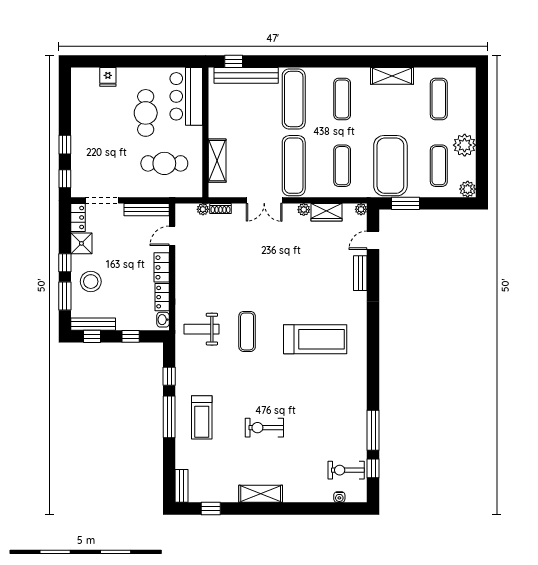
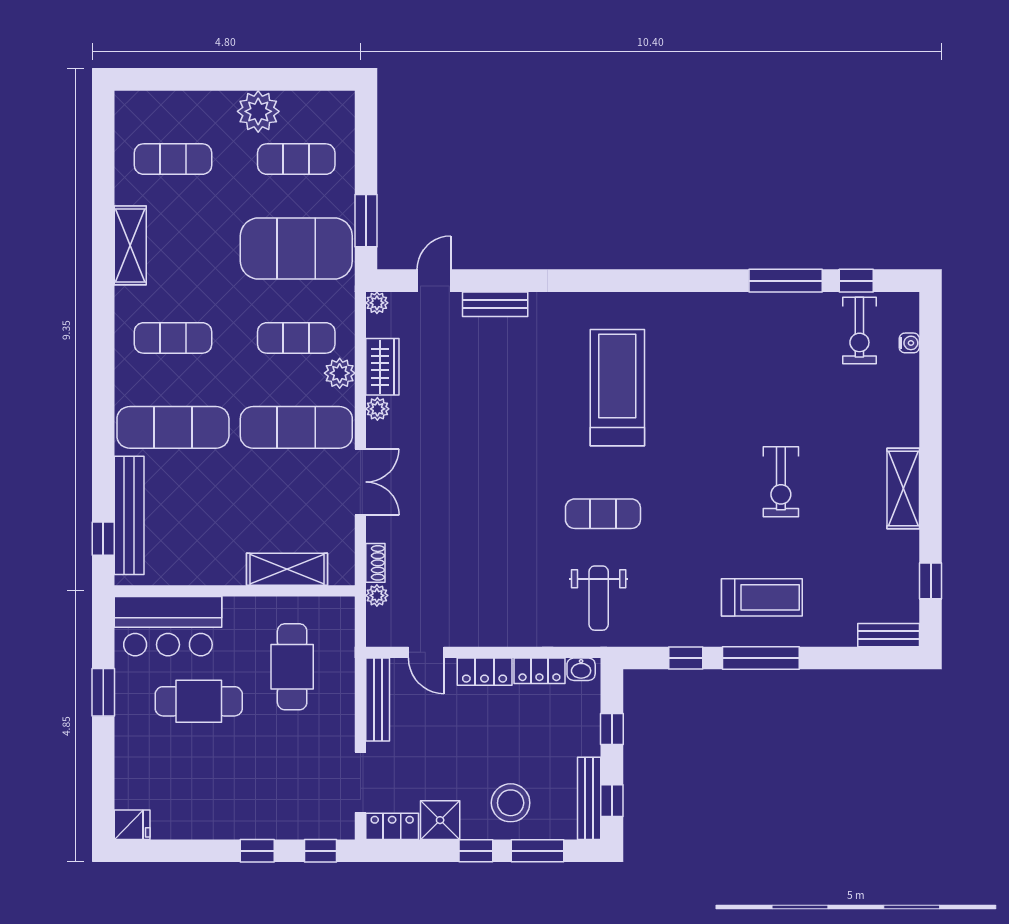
window: (151, 61) -> (103, 692), added
fridge: (108, 77) -> (132, 825), moved
plant: (468, 189) -> (340, 373), moved
door: (373, 240) -> (434, 281), swing flipped

